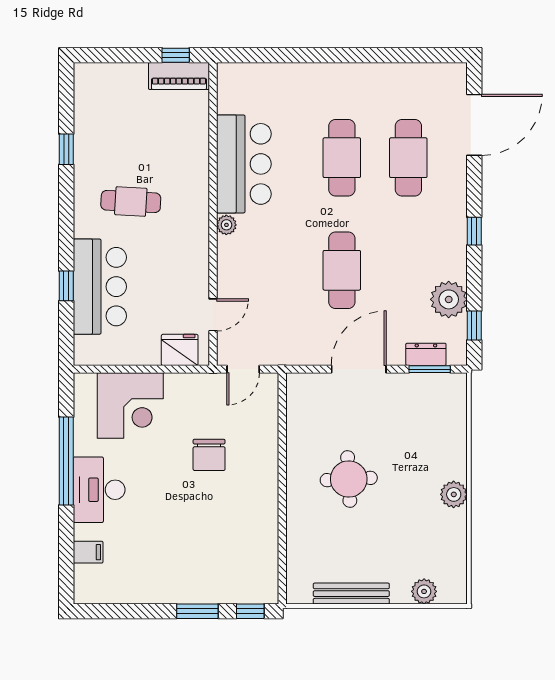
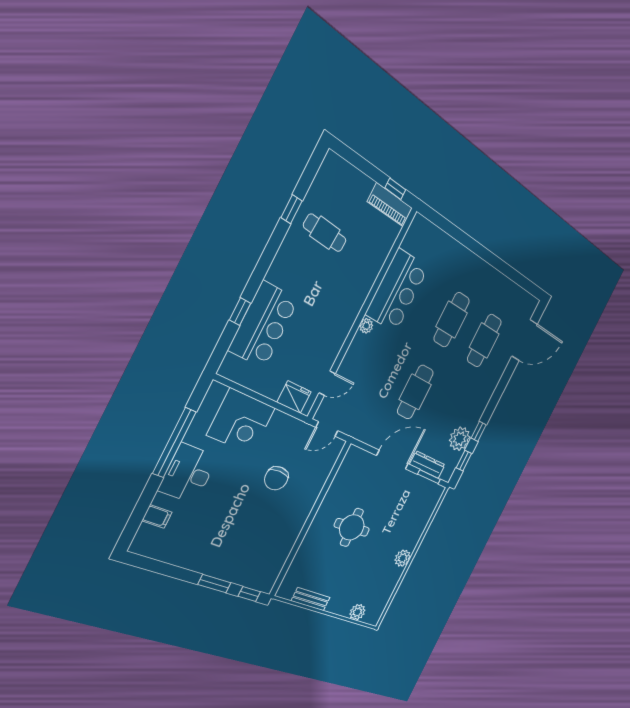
cafe table: (131, 202) -> (325, 233), moved
window: (474, 231) -> (479, 431), moved
dresser: (426, 354) -> (427, 465), width x1.44
bench: (351, 594) -> (311, 599), width x0.73

